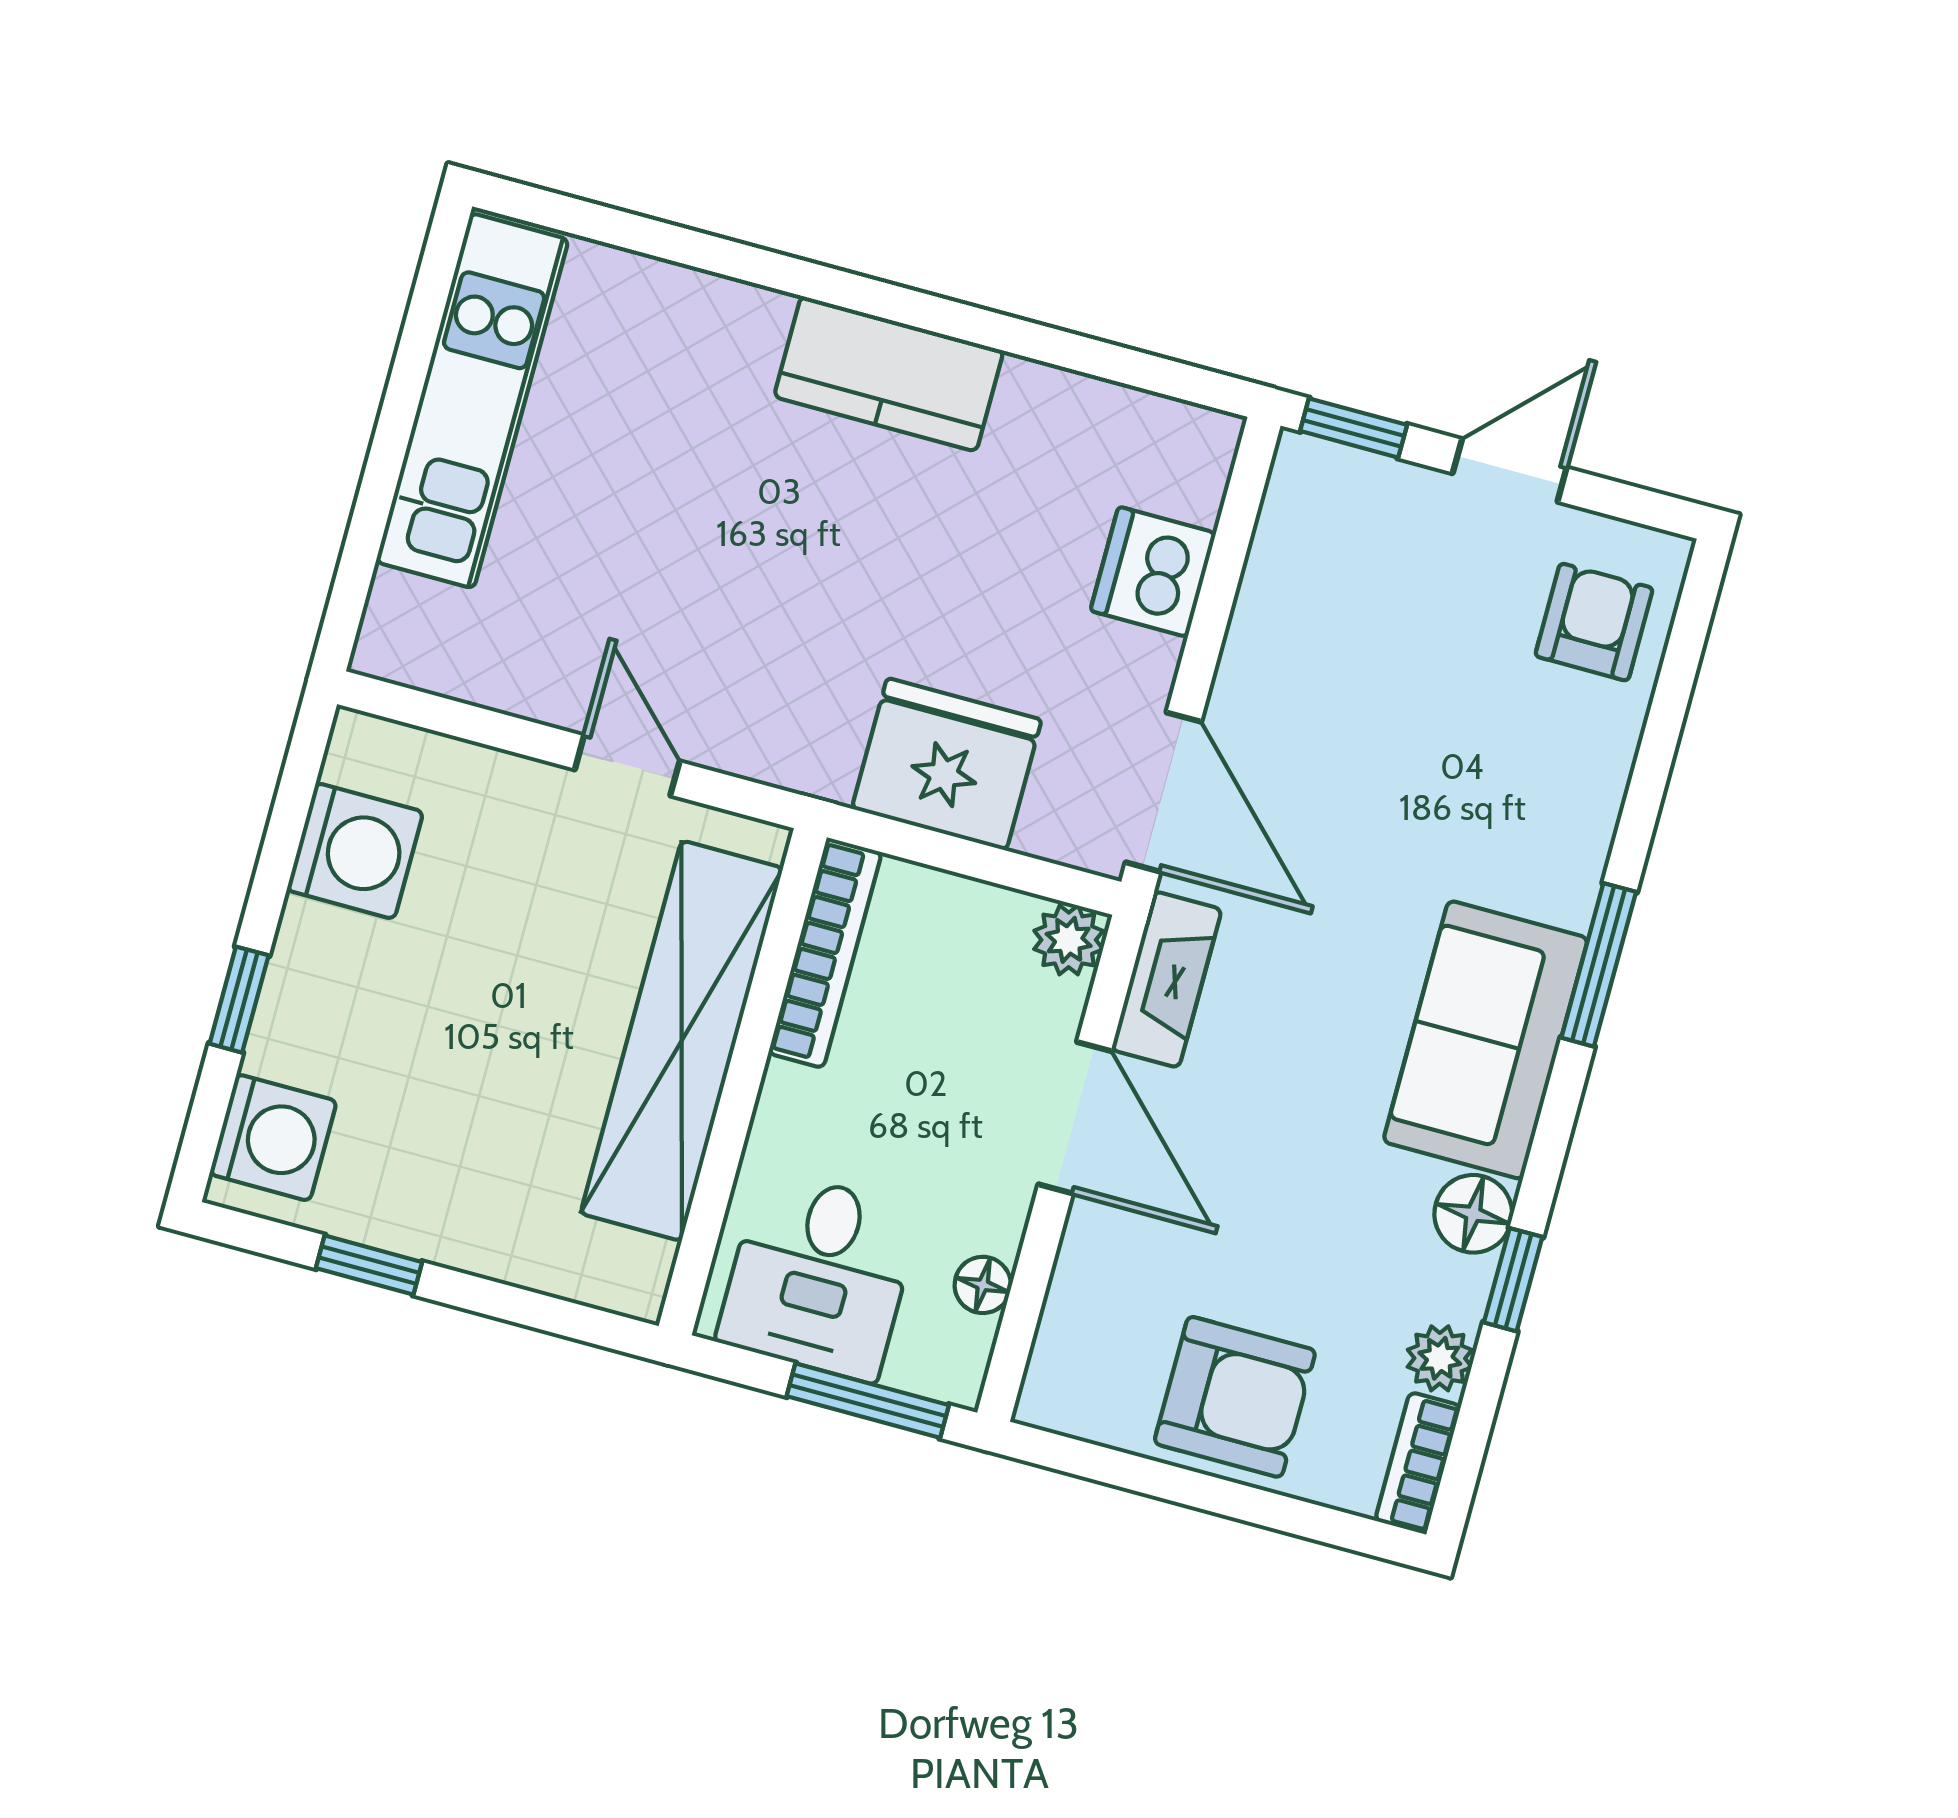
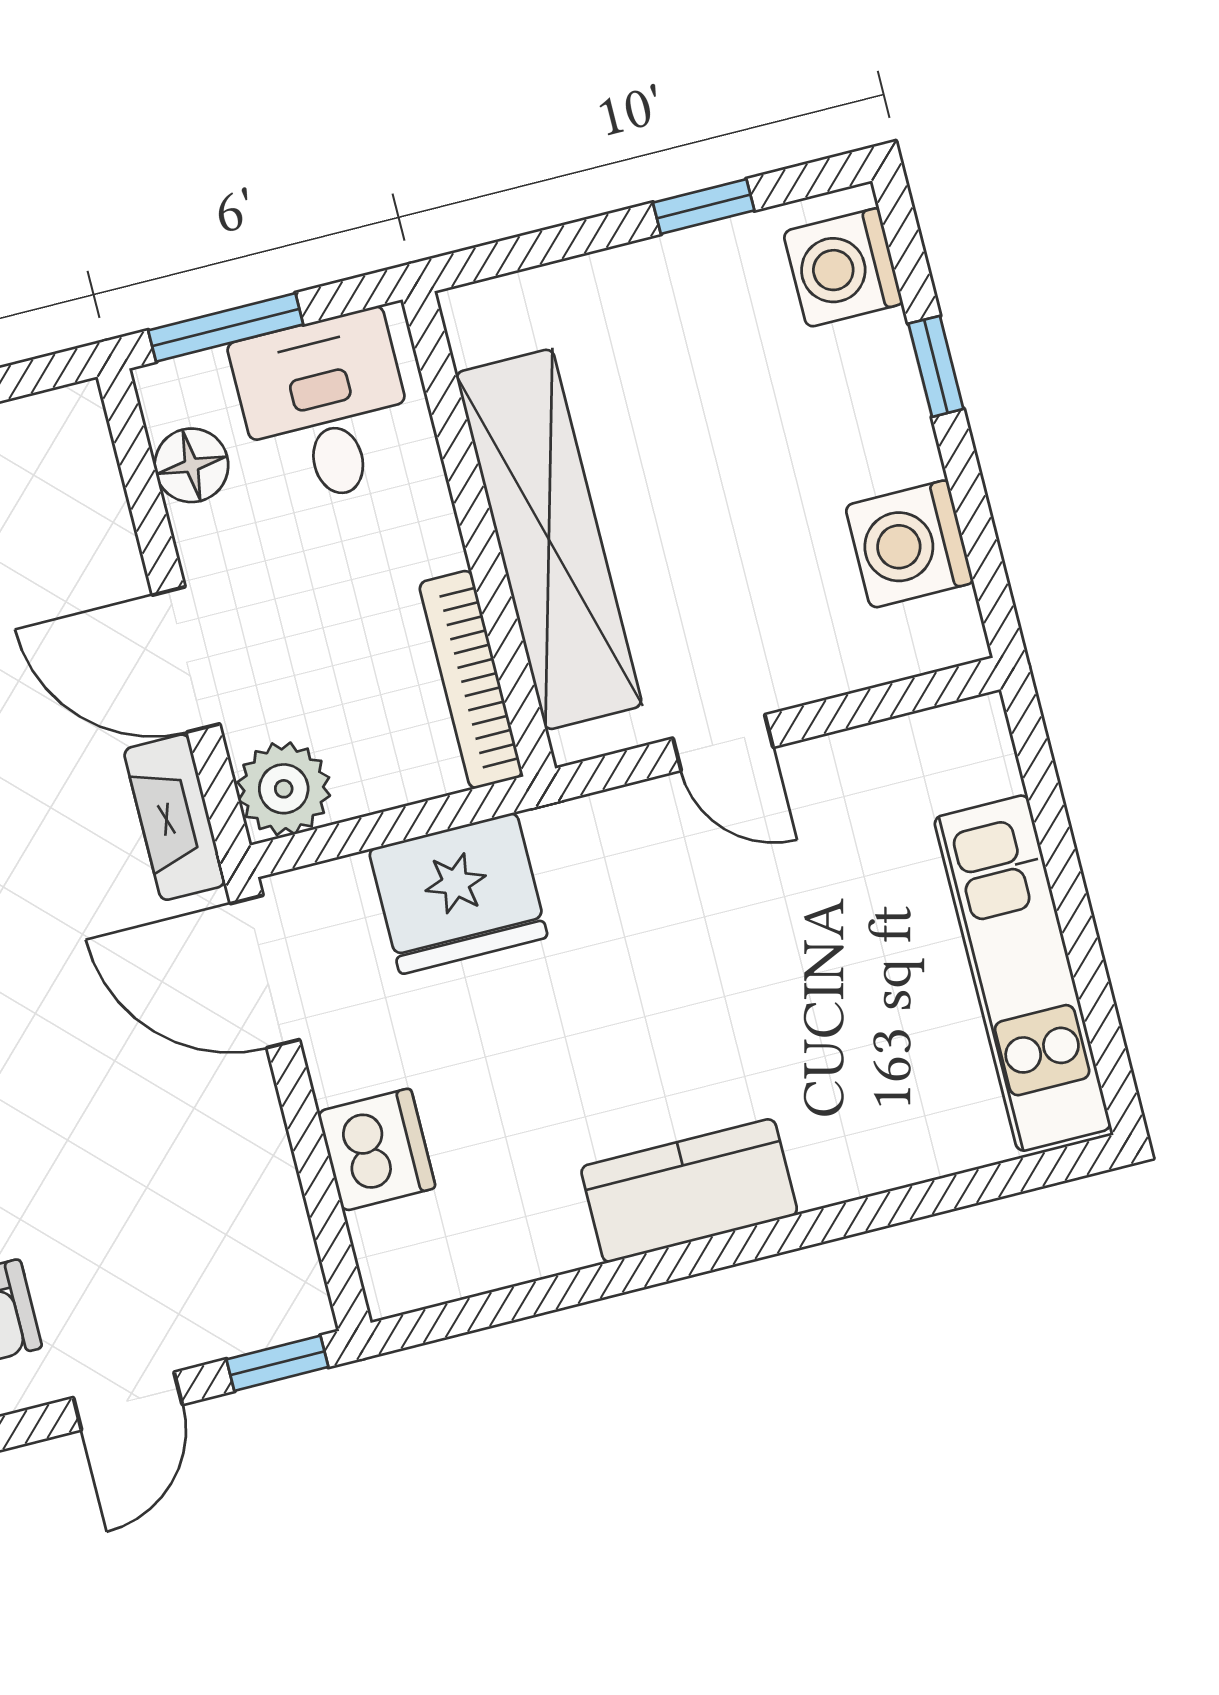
plant: (1069, 940) -> (284, 789), width x1.38, depth x1.38
floor lamp: (983, 1285) -> (191, 465), width x1.37, depth x1.37

